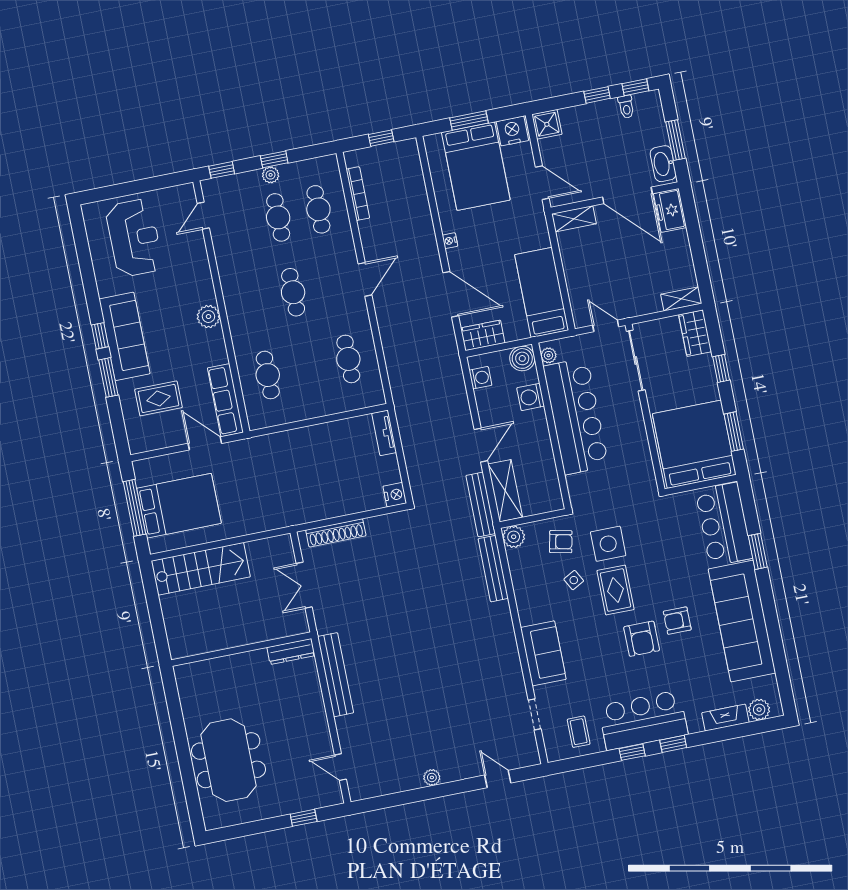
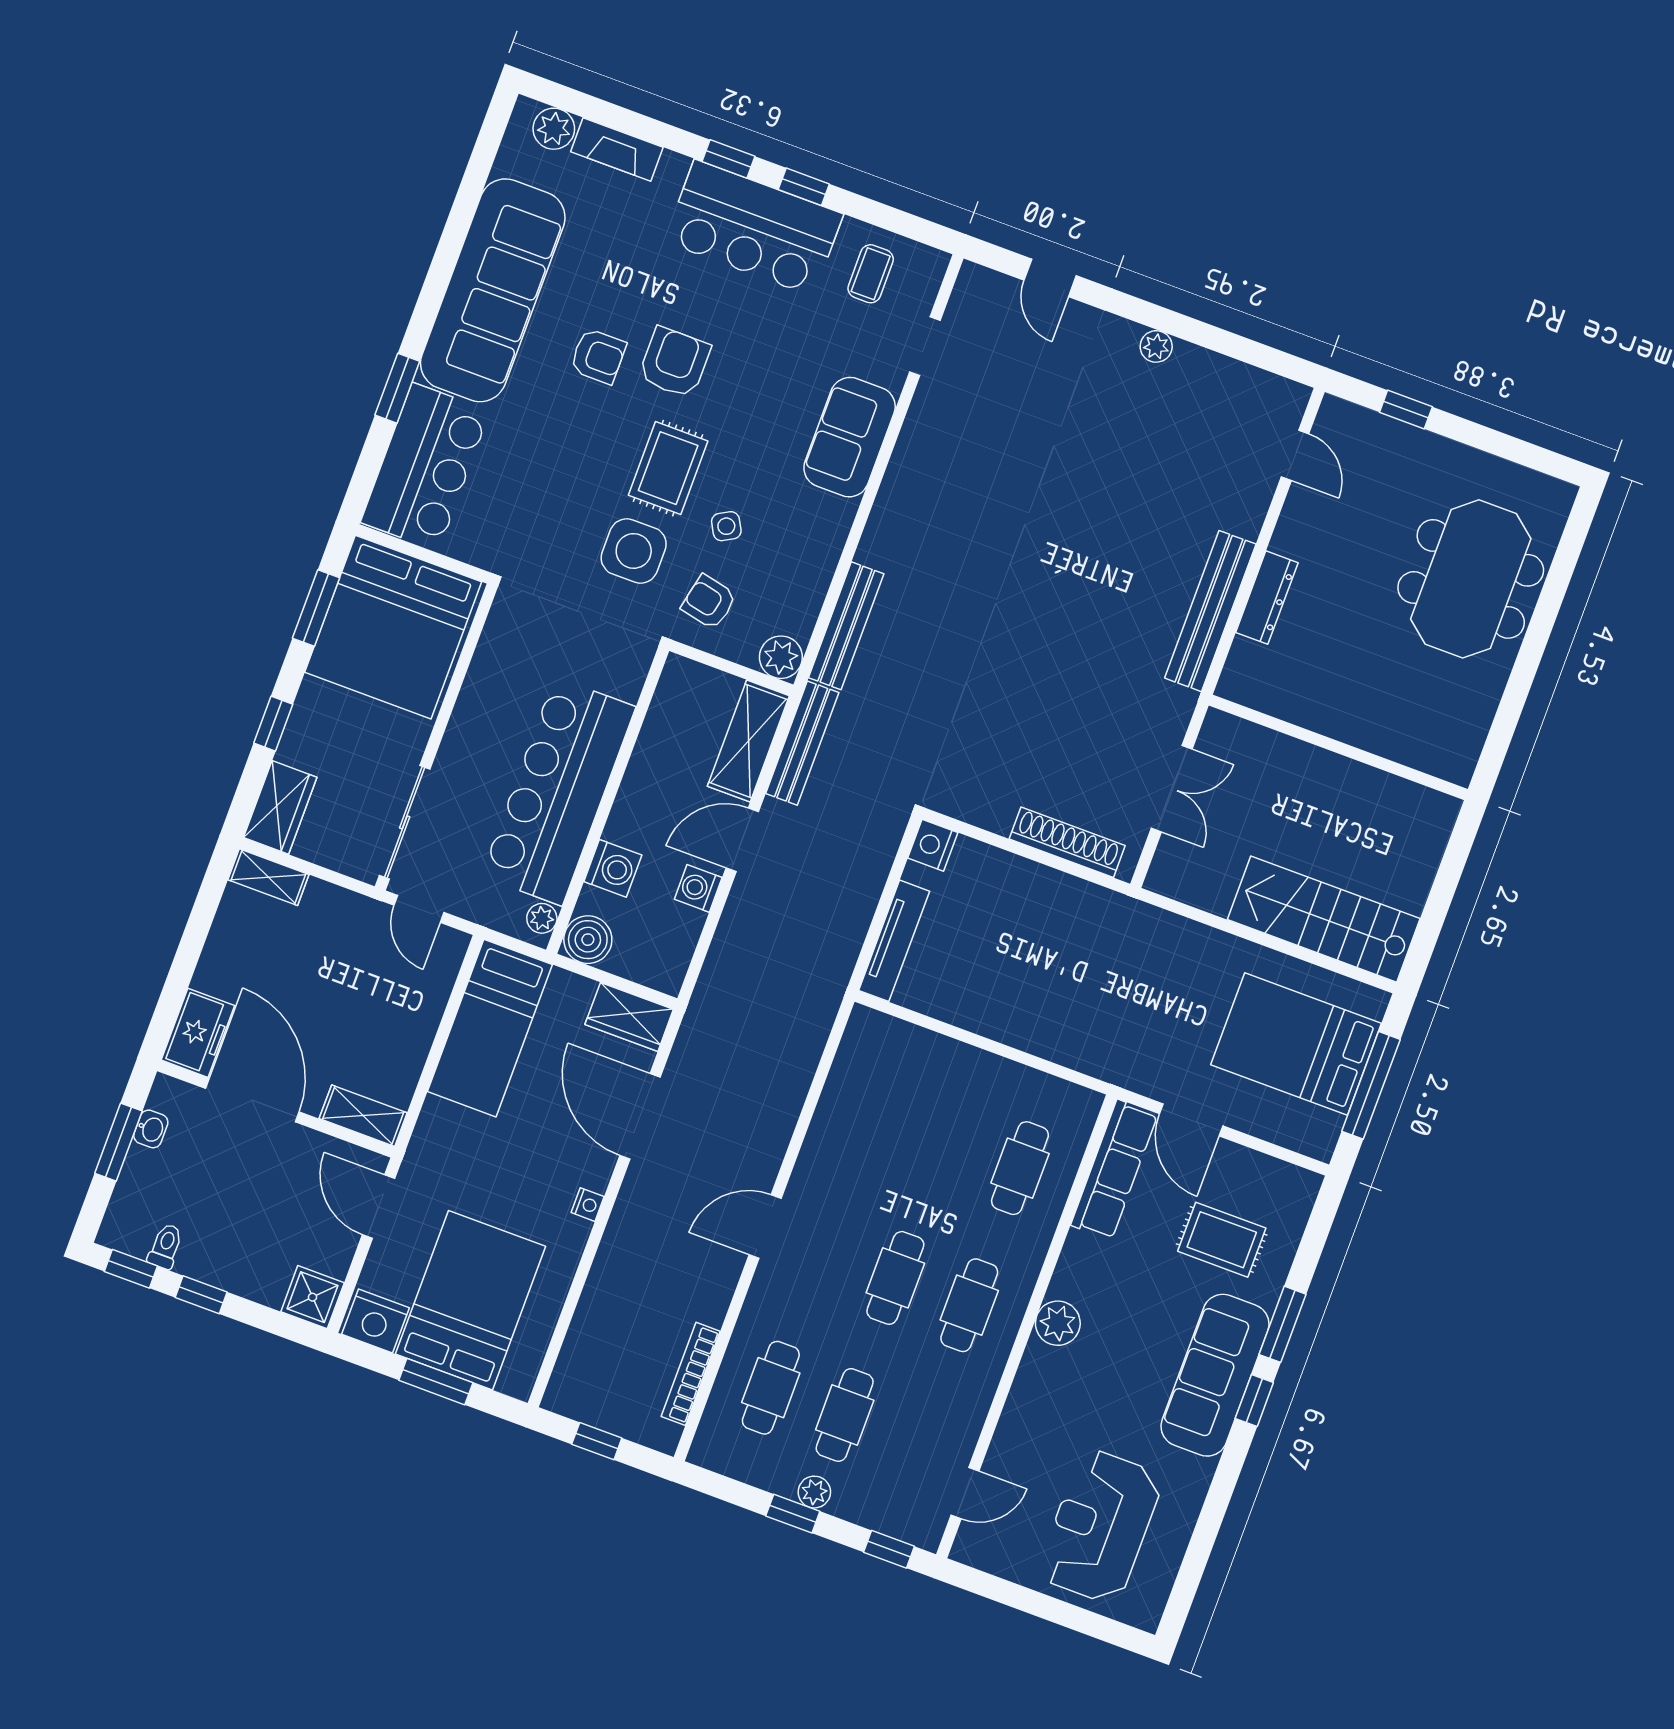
washbasin: (663, 164) -> (151, 1129), width x0.52, depth x0.69
cafe table: (348, 359) -> (969, 1305), moved
washing machine: (480, 378) -> (698, 888), moved
tv unit: (384, 433) -> (894, 941), width x1.41
dresser: (291, 651) -> (1267, 598), moved, turned 90

